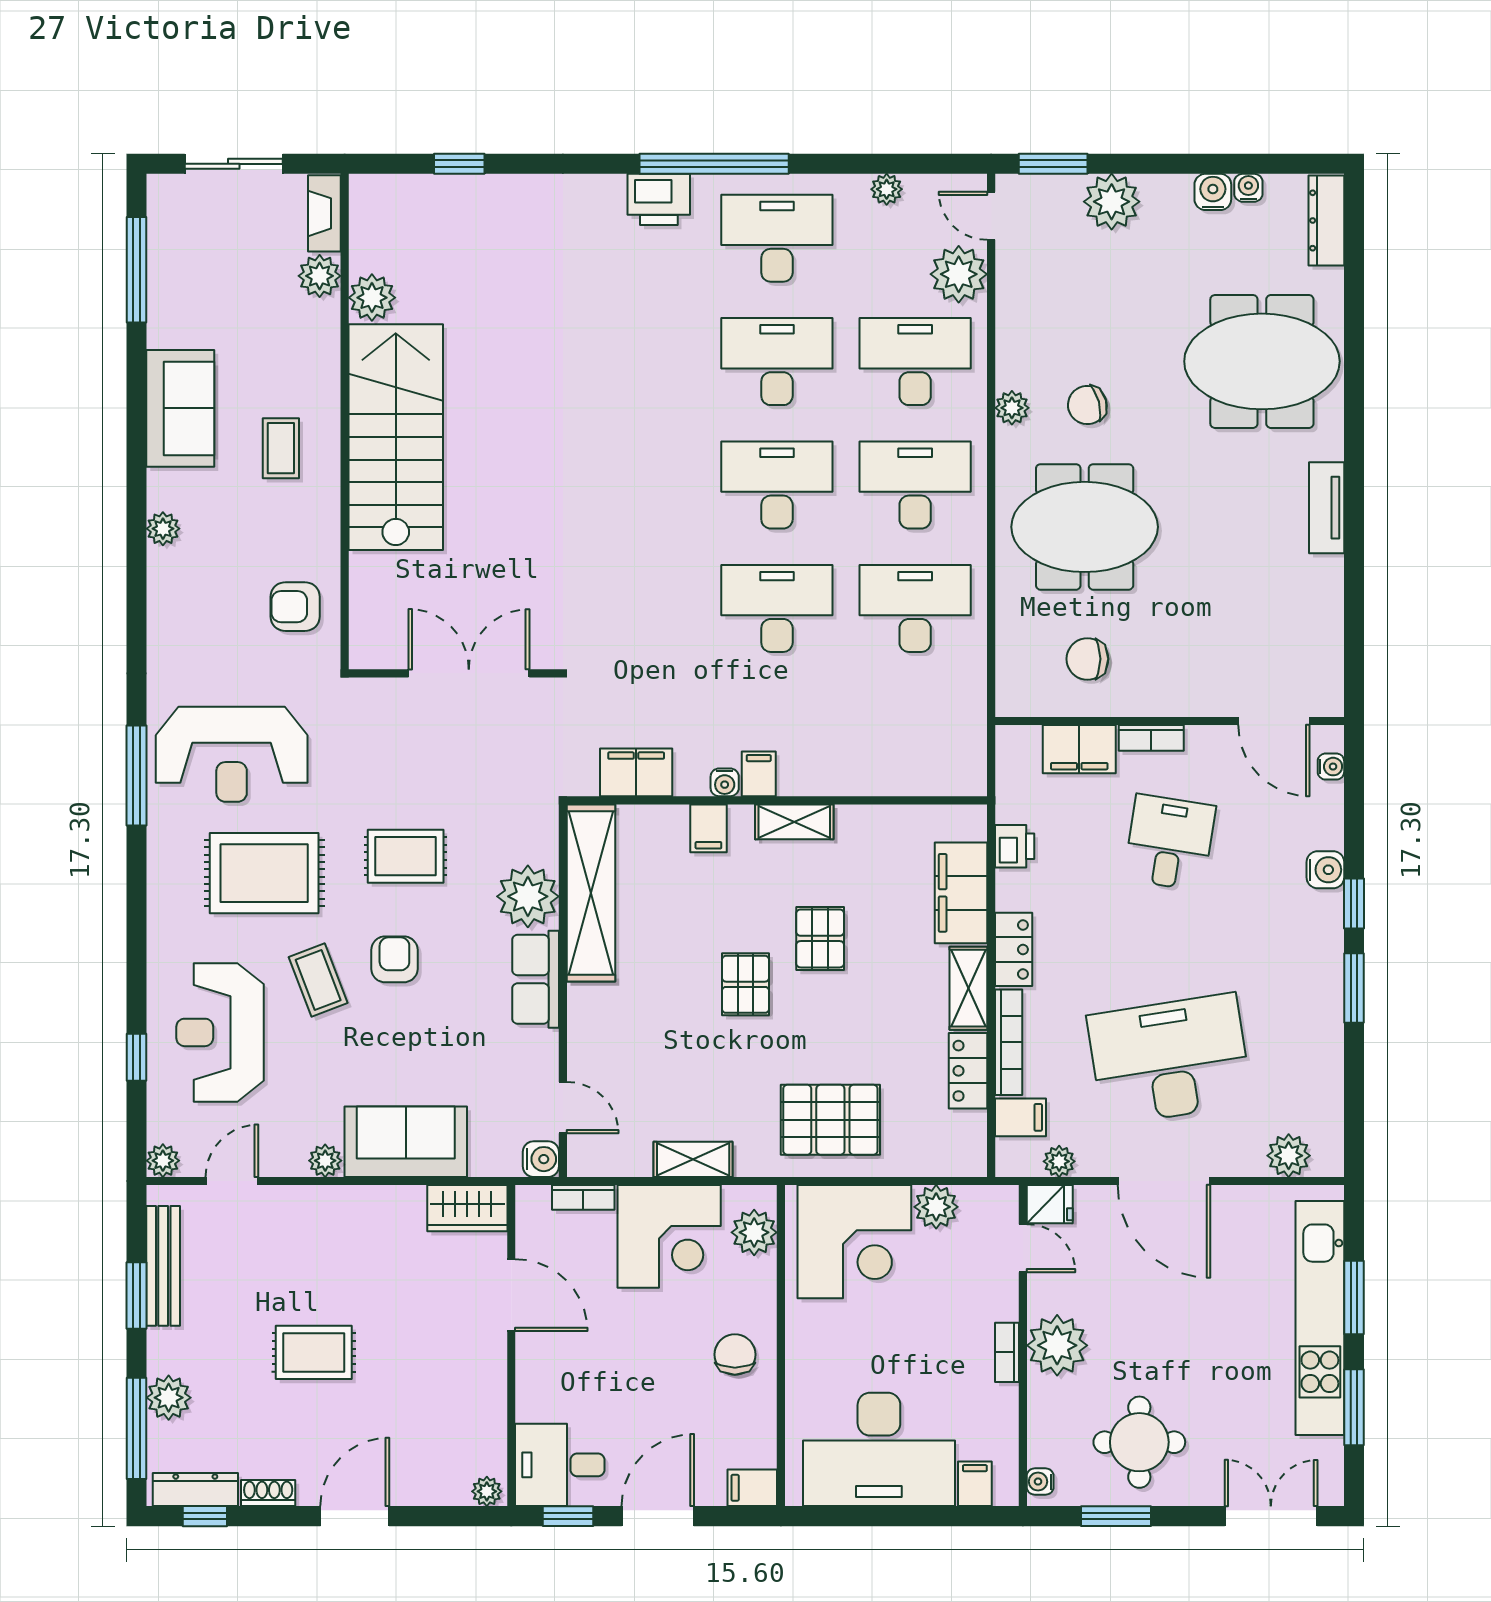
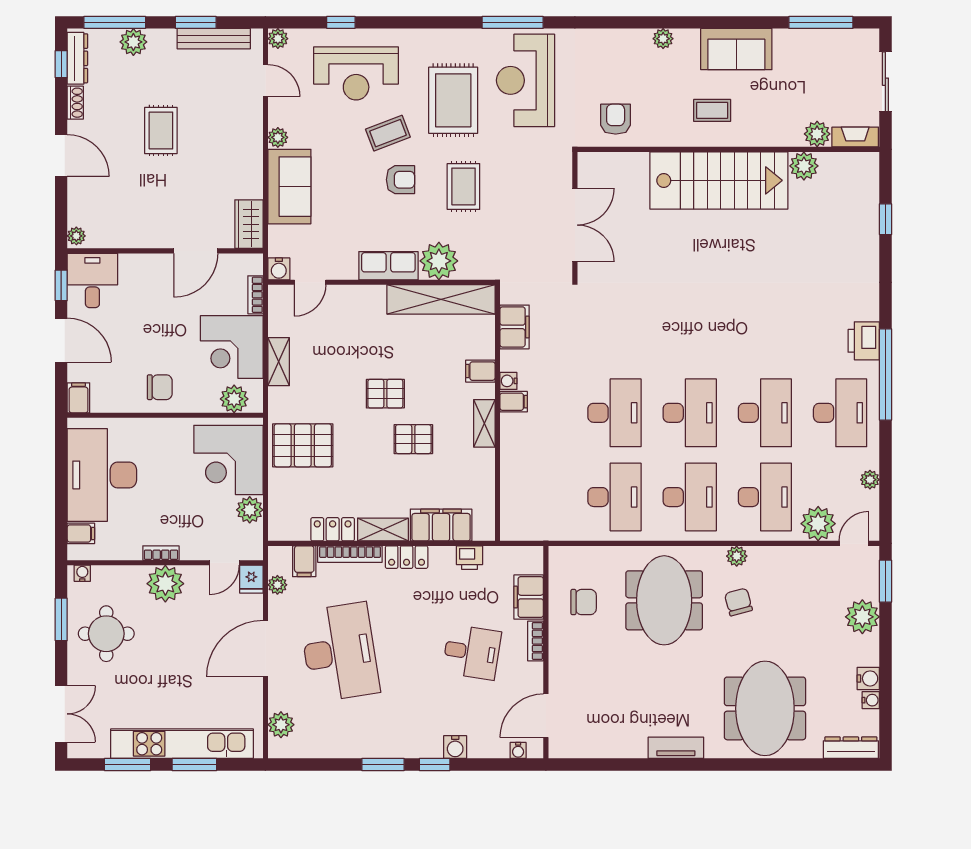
chair: (1087, 659) -> (584, 602), turned 90
reception desk: (220, 1032) -> (356, 73), turned 180
pallet: (830, 1120) -> (303, 445), turned 90

